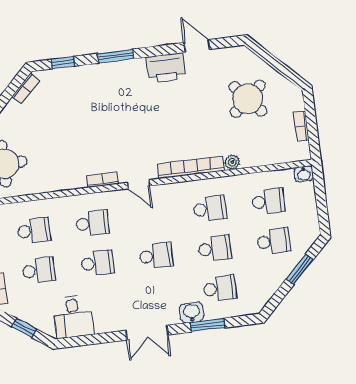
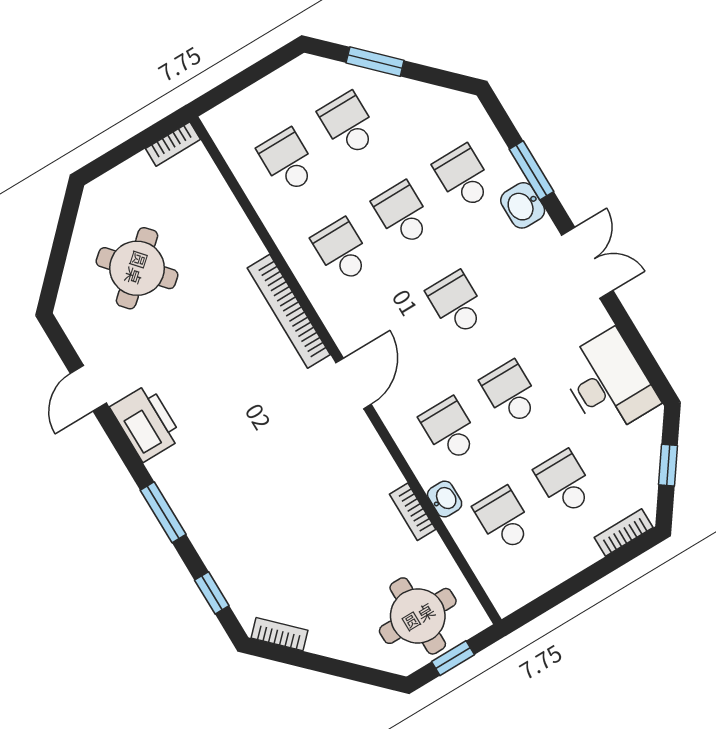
bookcase: (301, 126) -> (173, 144), moved
plant: (232, 162) -> (251, 248), removed
washbasin: (304, 174) -> (445, 499), moved
bookcase: (102, 180) -> (413, 512), moved
door: (138, 184) -> (354, 383), width x1.38
desk: (73, 317) -> (608, 383), width x1.37

